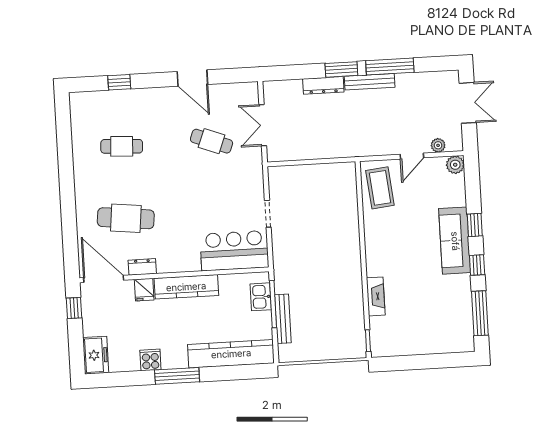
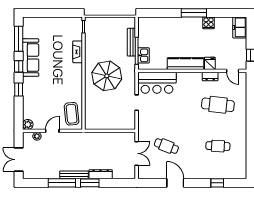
sofa: (455, 241) -> (31, 58), moved
parasol: (322, 257) -> (107, 76), added
door: (104, 279) -> (233, 71), width x0.53
kitchen counter: (231, 354) -> (162, 24), removed

